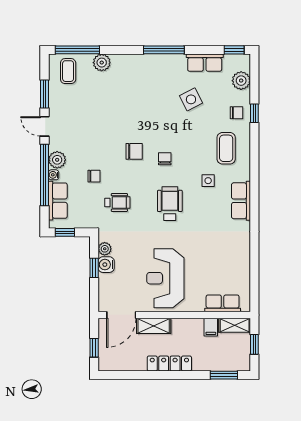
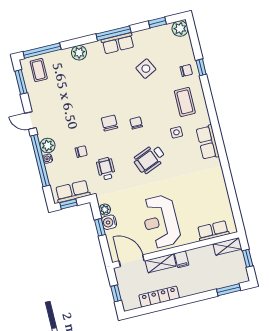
window: (234, 50) -> (157, 22), moved
plant: (102, 63) -> (79, 53), moved
row of seats: (205, 63) -> (118, 43), moved
plant: (241, 81) -> (180, 29), moved
window: (45, 94) -> (21, 82), moved
chair: (134, 151) -> (109, 123), turned -90
row of seats: (58, 201) -> (73, 191), moved, turned -90
wheelchair: (117, 202) -> (106, 169), turned -90
wheelchair: (170, 204) -> (149, 159), turned -112
door: (121, 315) -> (132, 261), swing flipped
filing cabinet: (211, 327) -> (182, 259), moved
locker: (169, 364) -> (159, 297), moved

